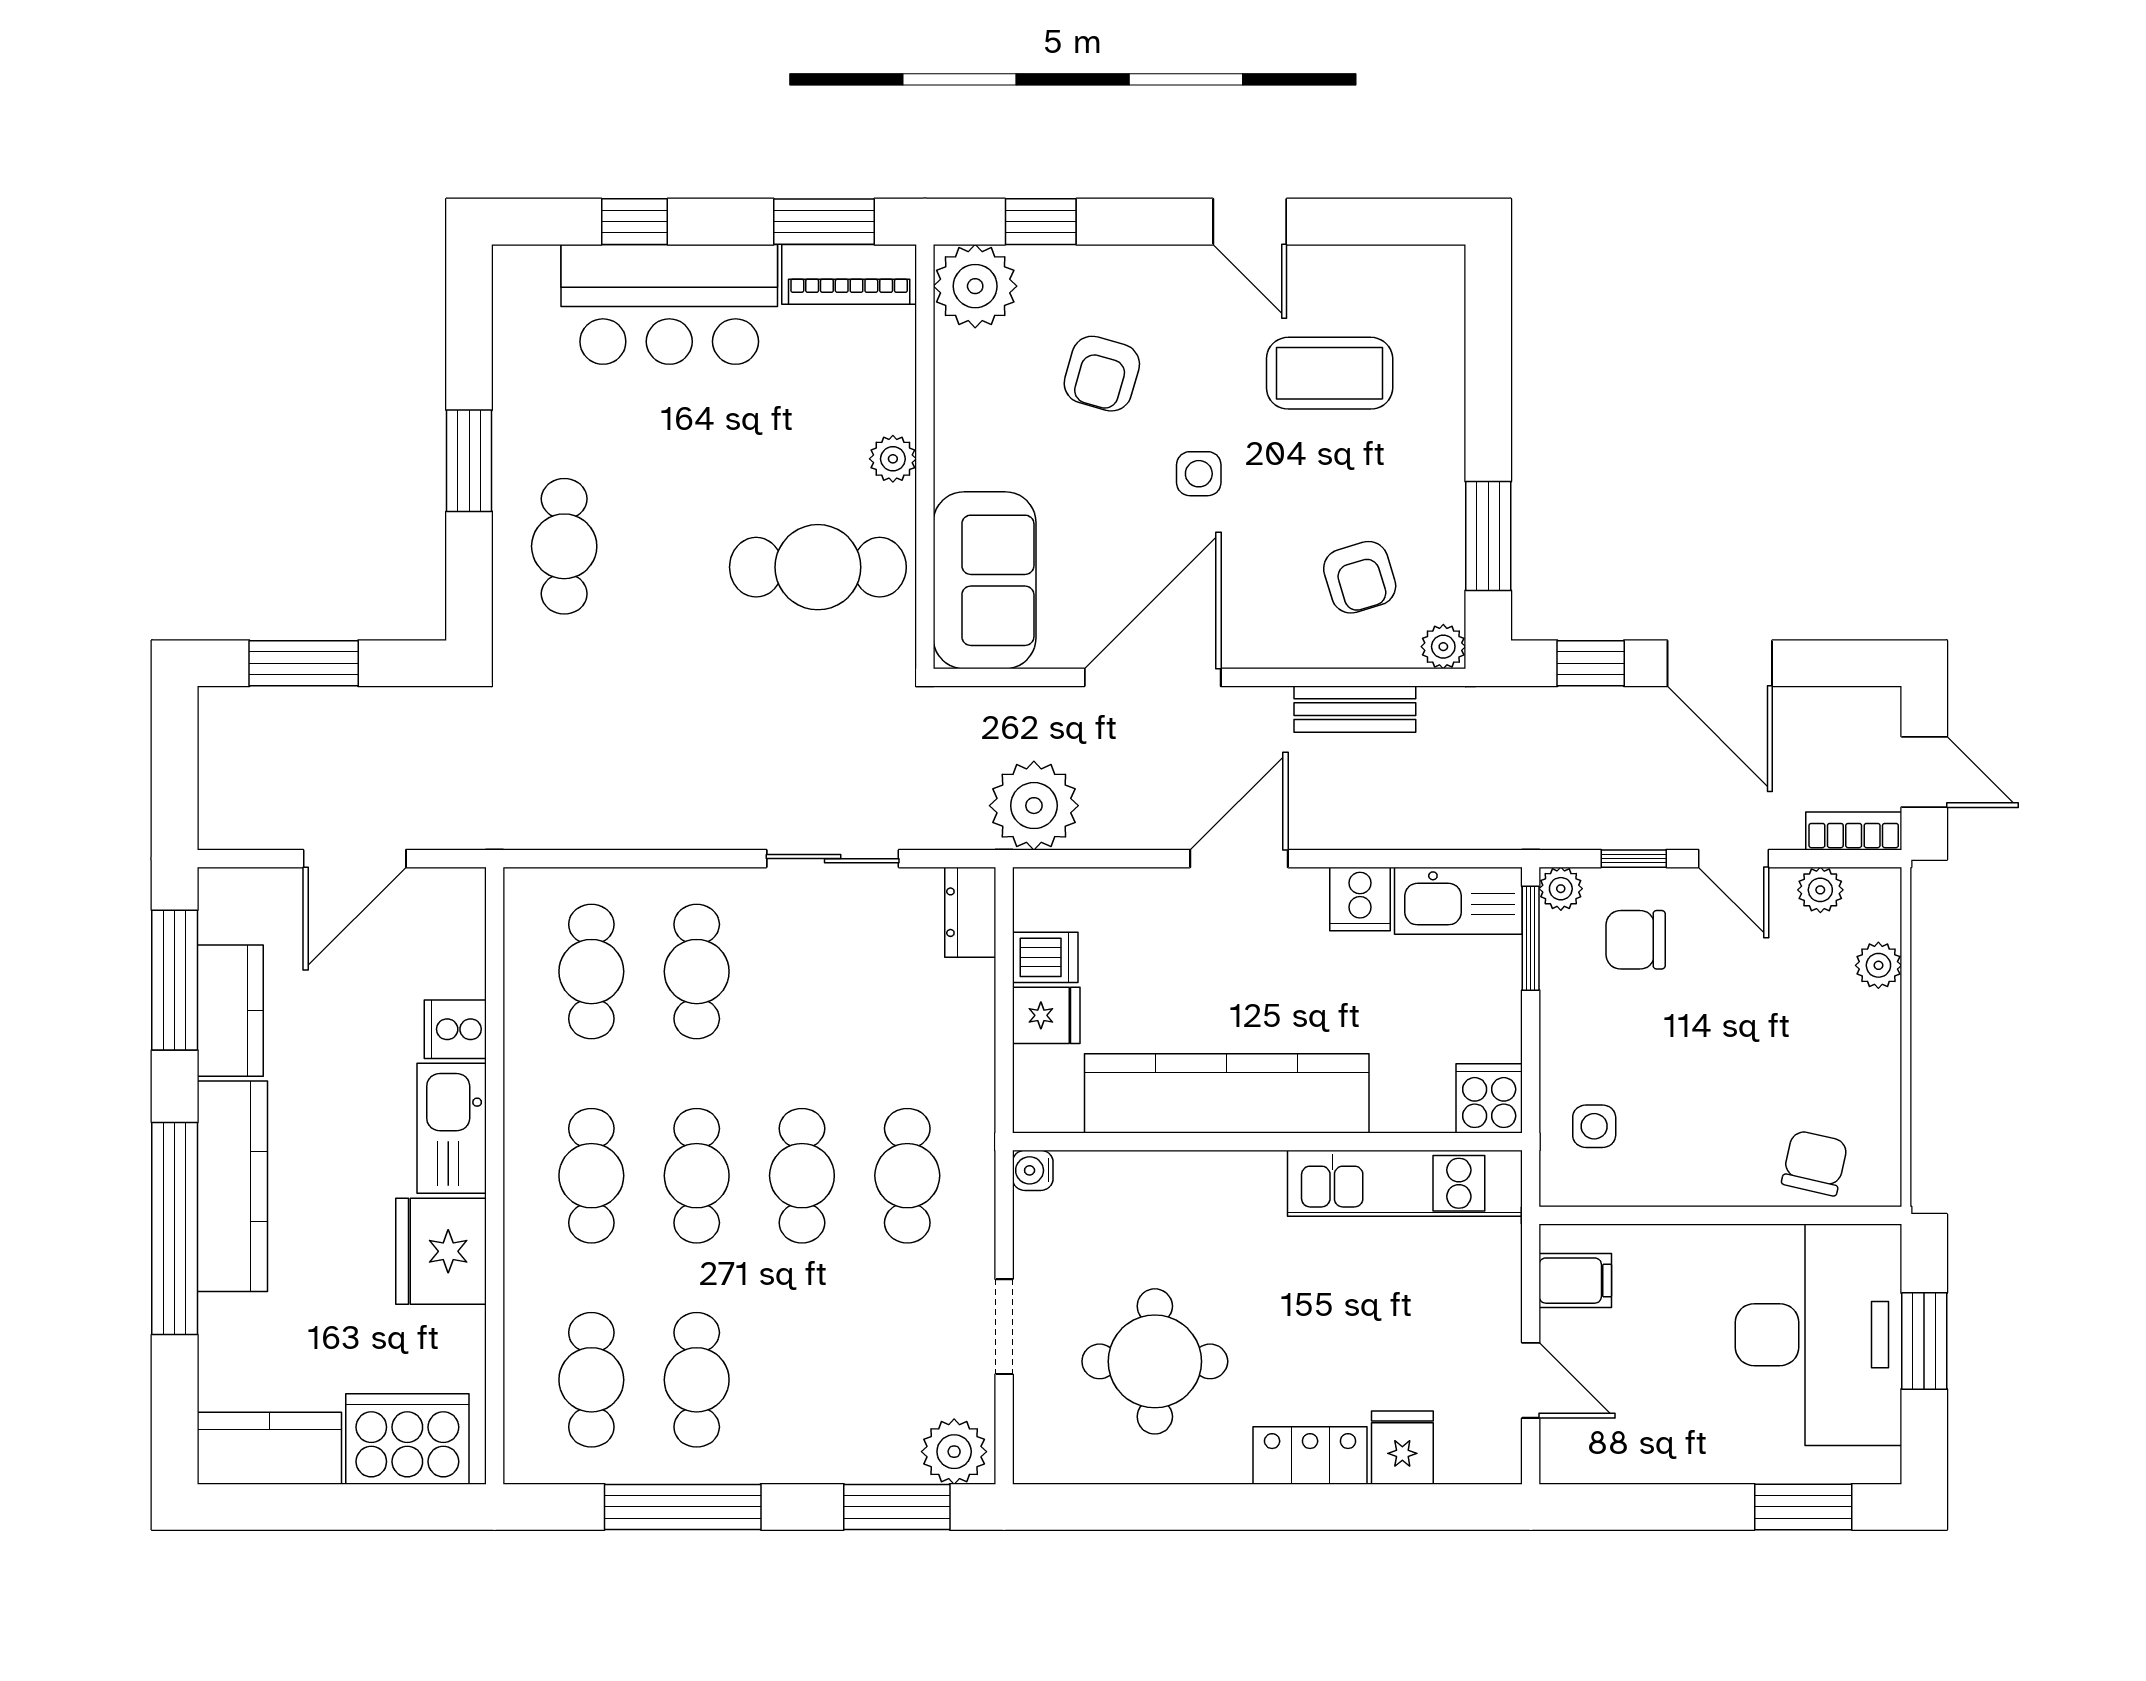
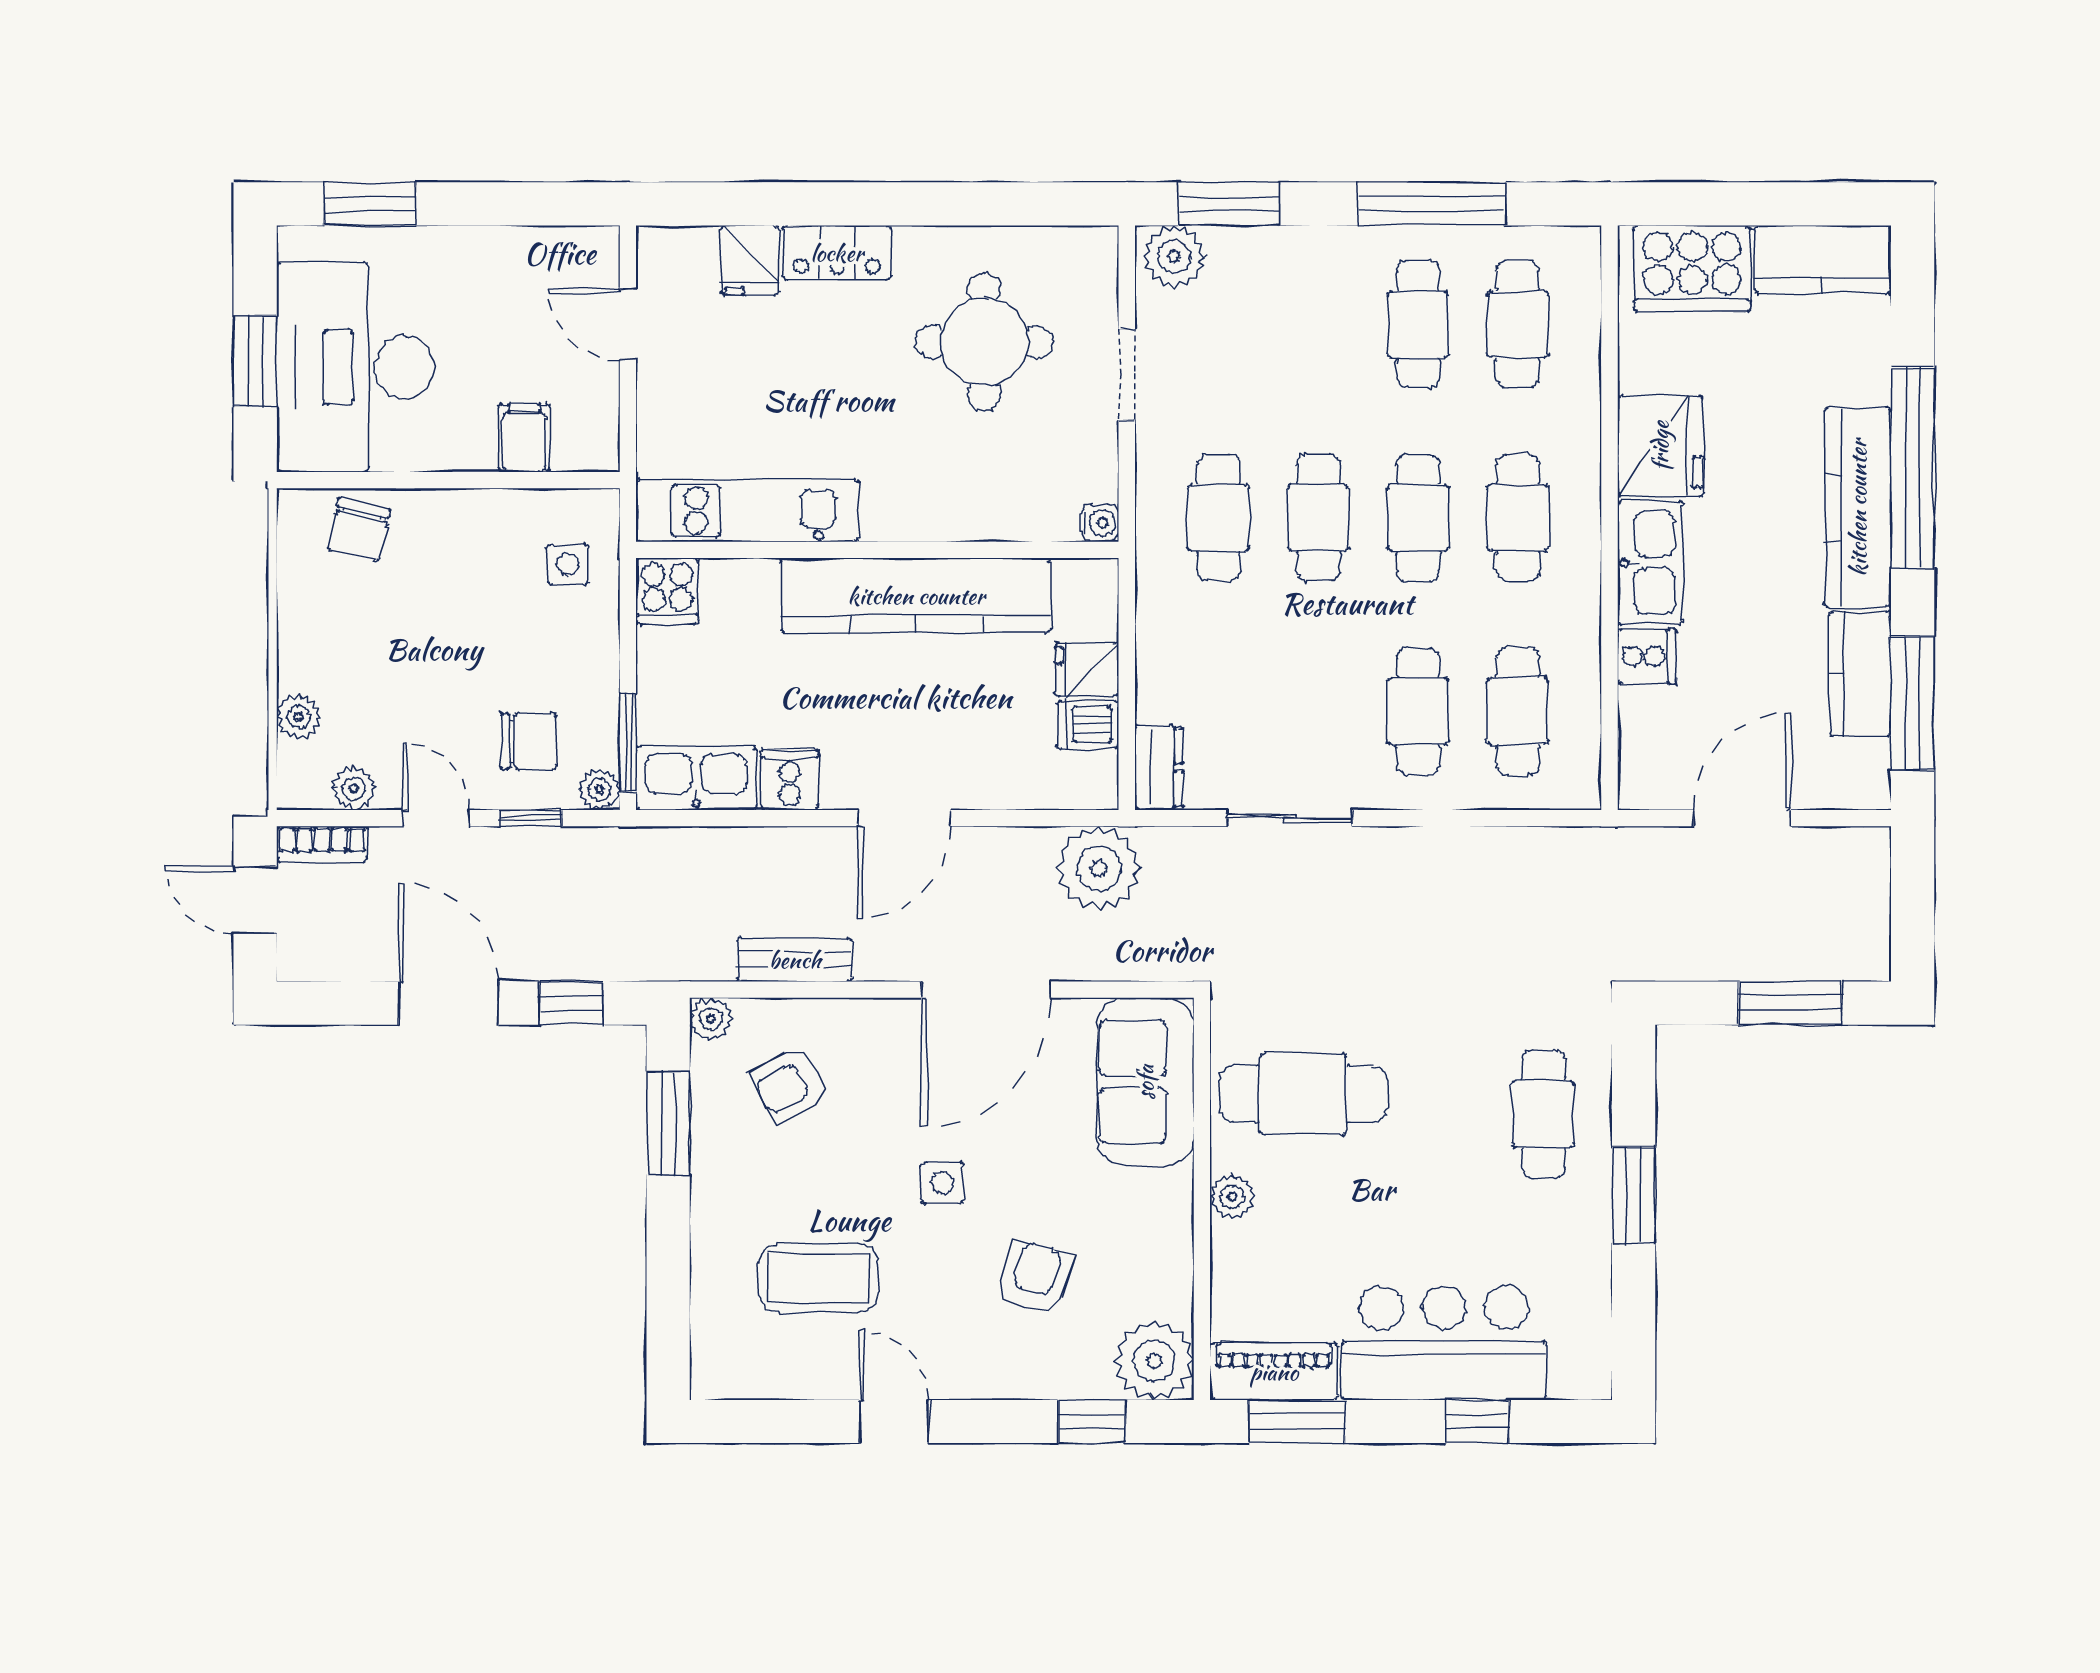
armchair: (1360, 577) -> (790, 1085), turned -102
filing cabinet: (1575, 1281) -> (524, 438), moved, turned 90

